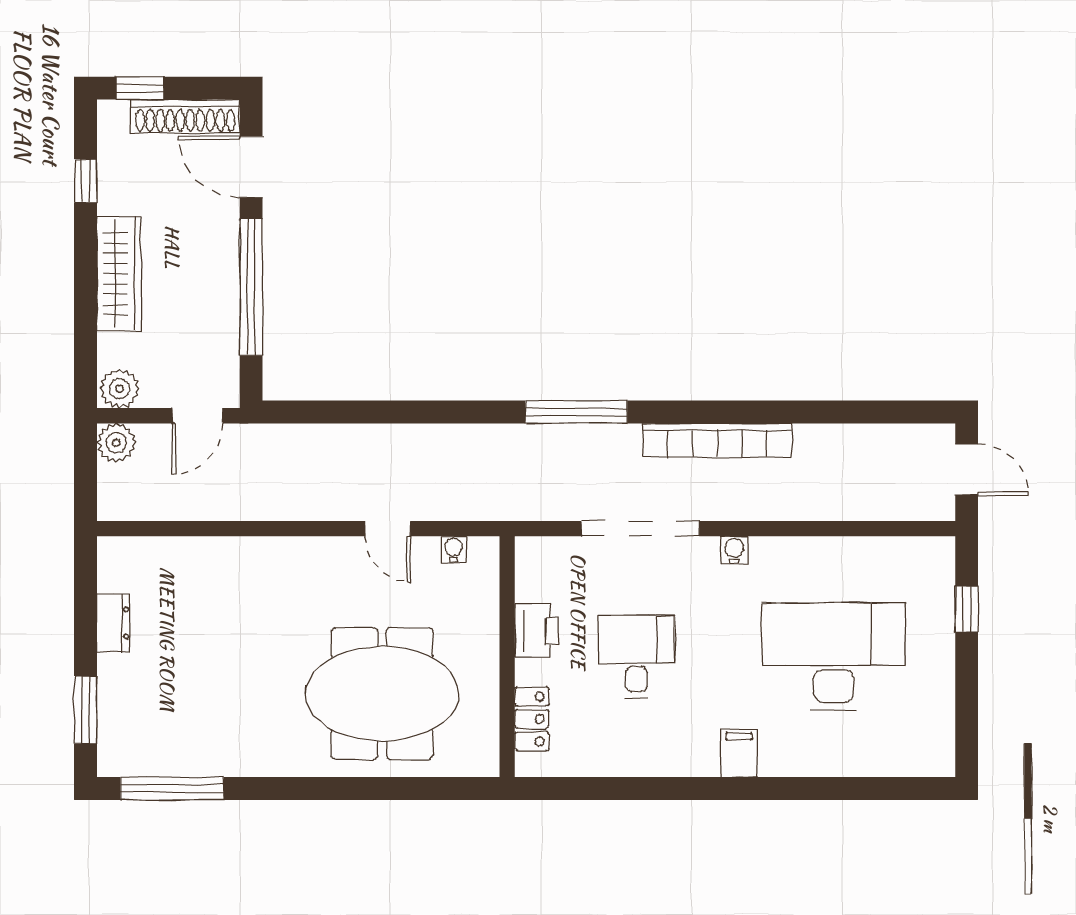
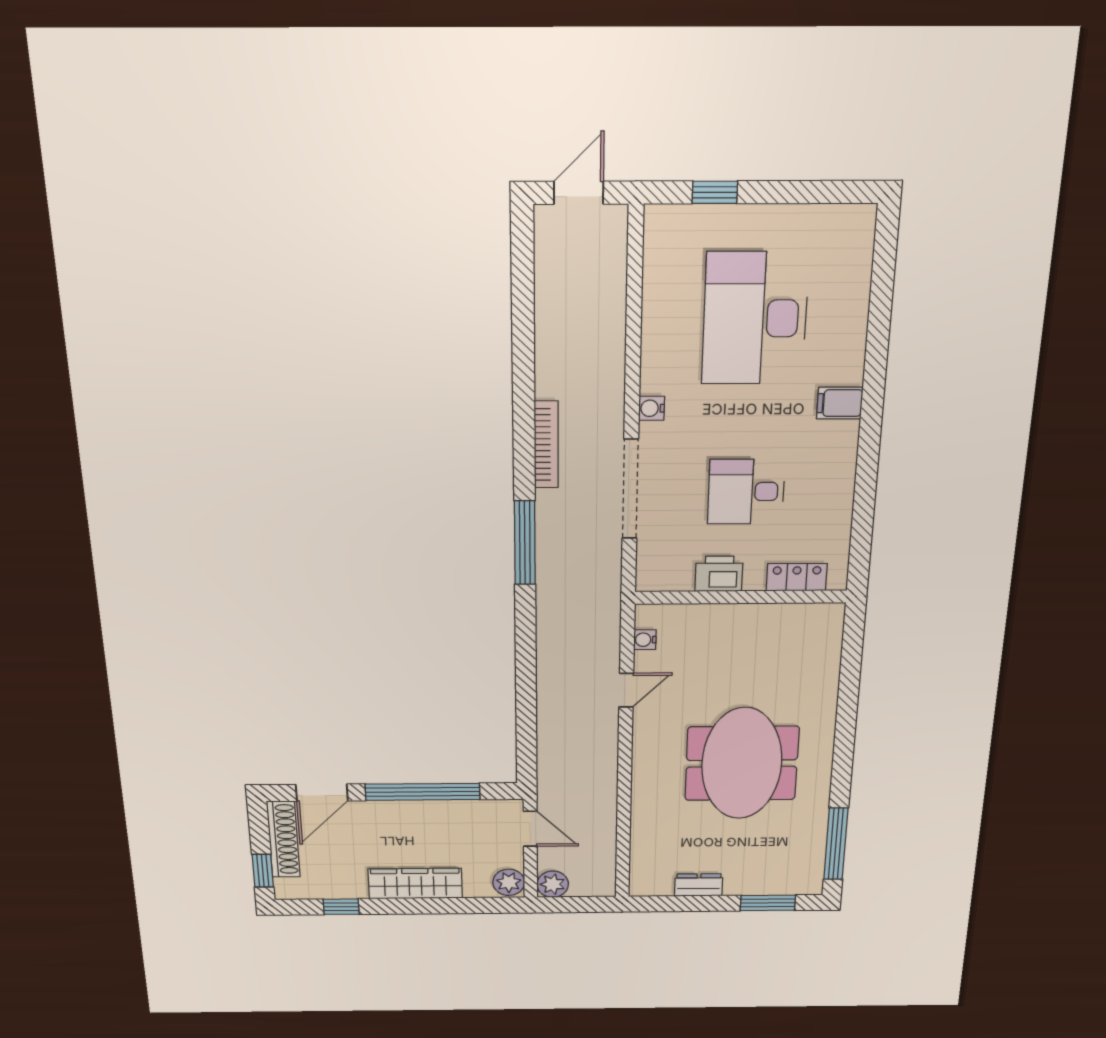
bookcase: (717, 440) -> (546, 445), width x0.68, depth x0.76
meeting table: (382, 694) -> (742, 763), moved

